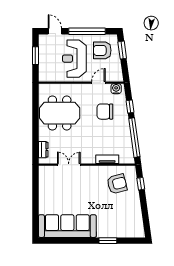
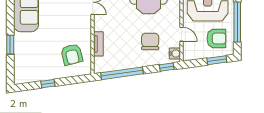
armchair: (102, 50) -> (216, 38), turned 90
window: (130, 107) -> (167, 67), moved
window: (141, 184) -> (48, 84), moved

